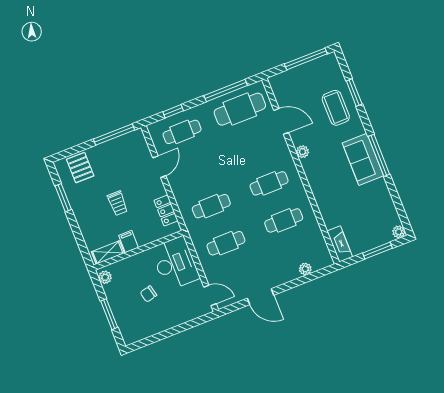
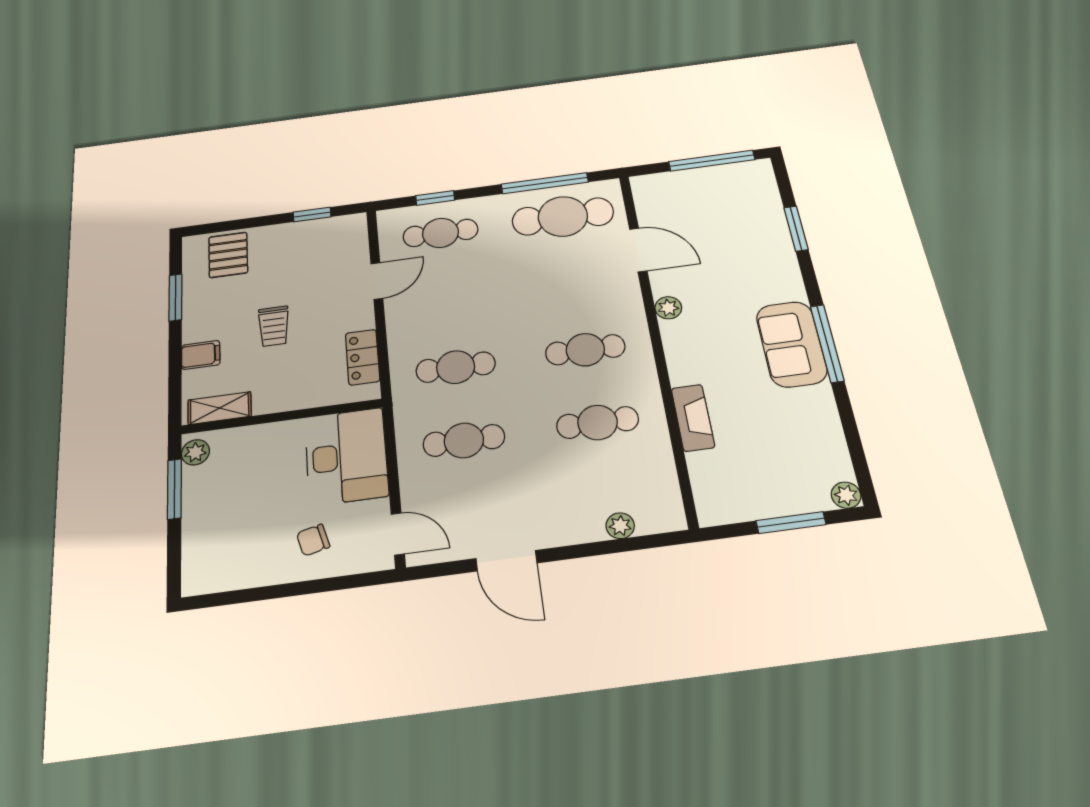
coffee table: (336, 108) -> (753, 247), removed
window: (114, 135) -> (312, 215), width x0.46
filing cabinet: (129, 241) -> (201, 355), moved, turned 90
fireplace: (340, 244) -> (693, 418), moved
chair: (148, 294) -> (313, 540), moved
window: (109, 314) -> (174, 489), moved

